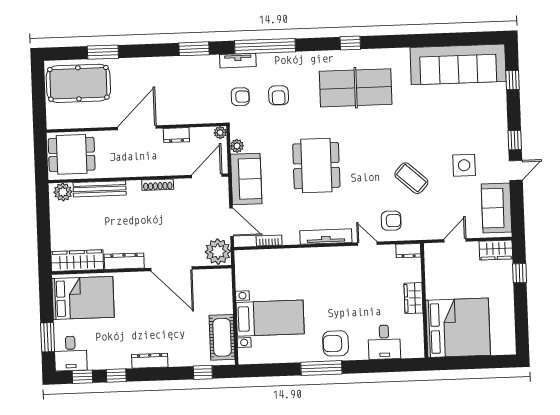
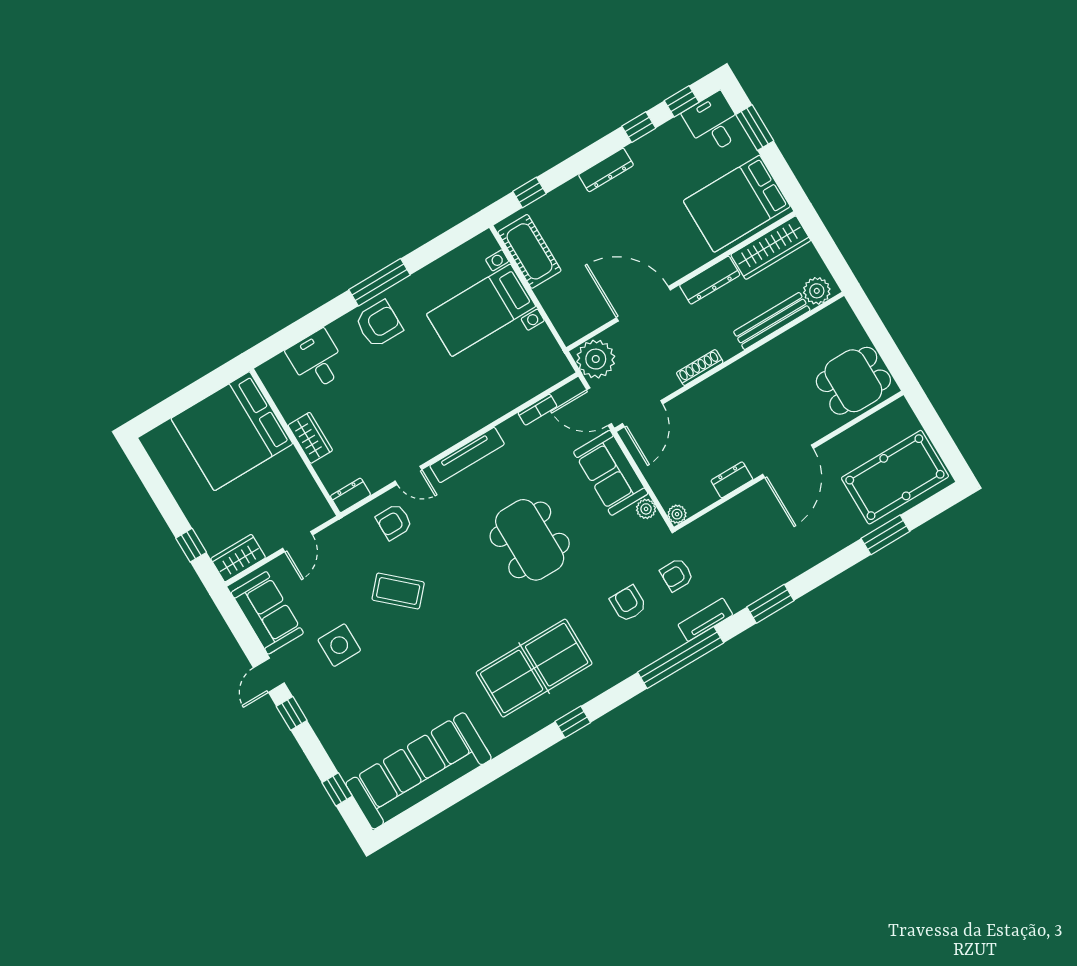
door: (207, 176) -> (643, 414), moved
wall: (138, 178) -> (729, 362), moved
shoe rack: (158, 185) -> (700, 368), moved
bench: (100, 189) -> (772, 321), moved
plant: (63, 192) -> (817, 291), moved

